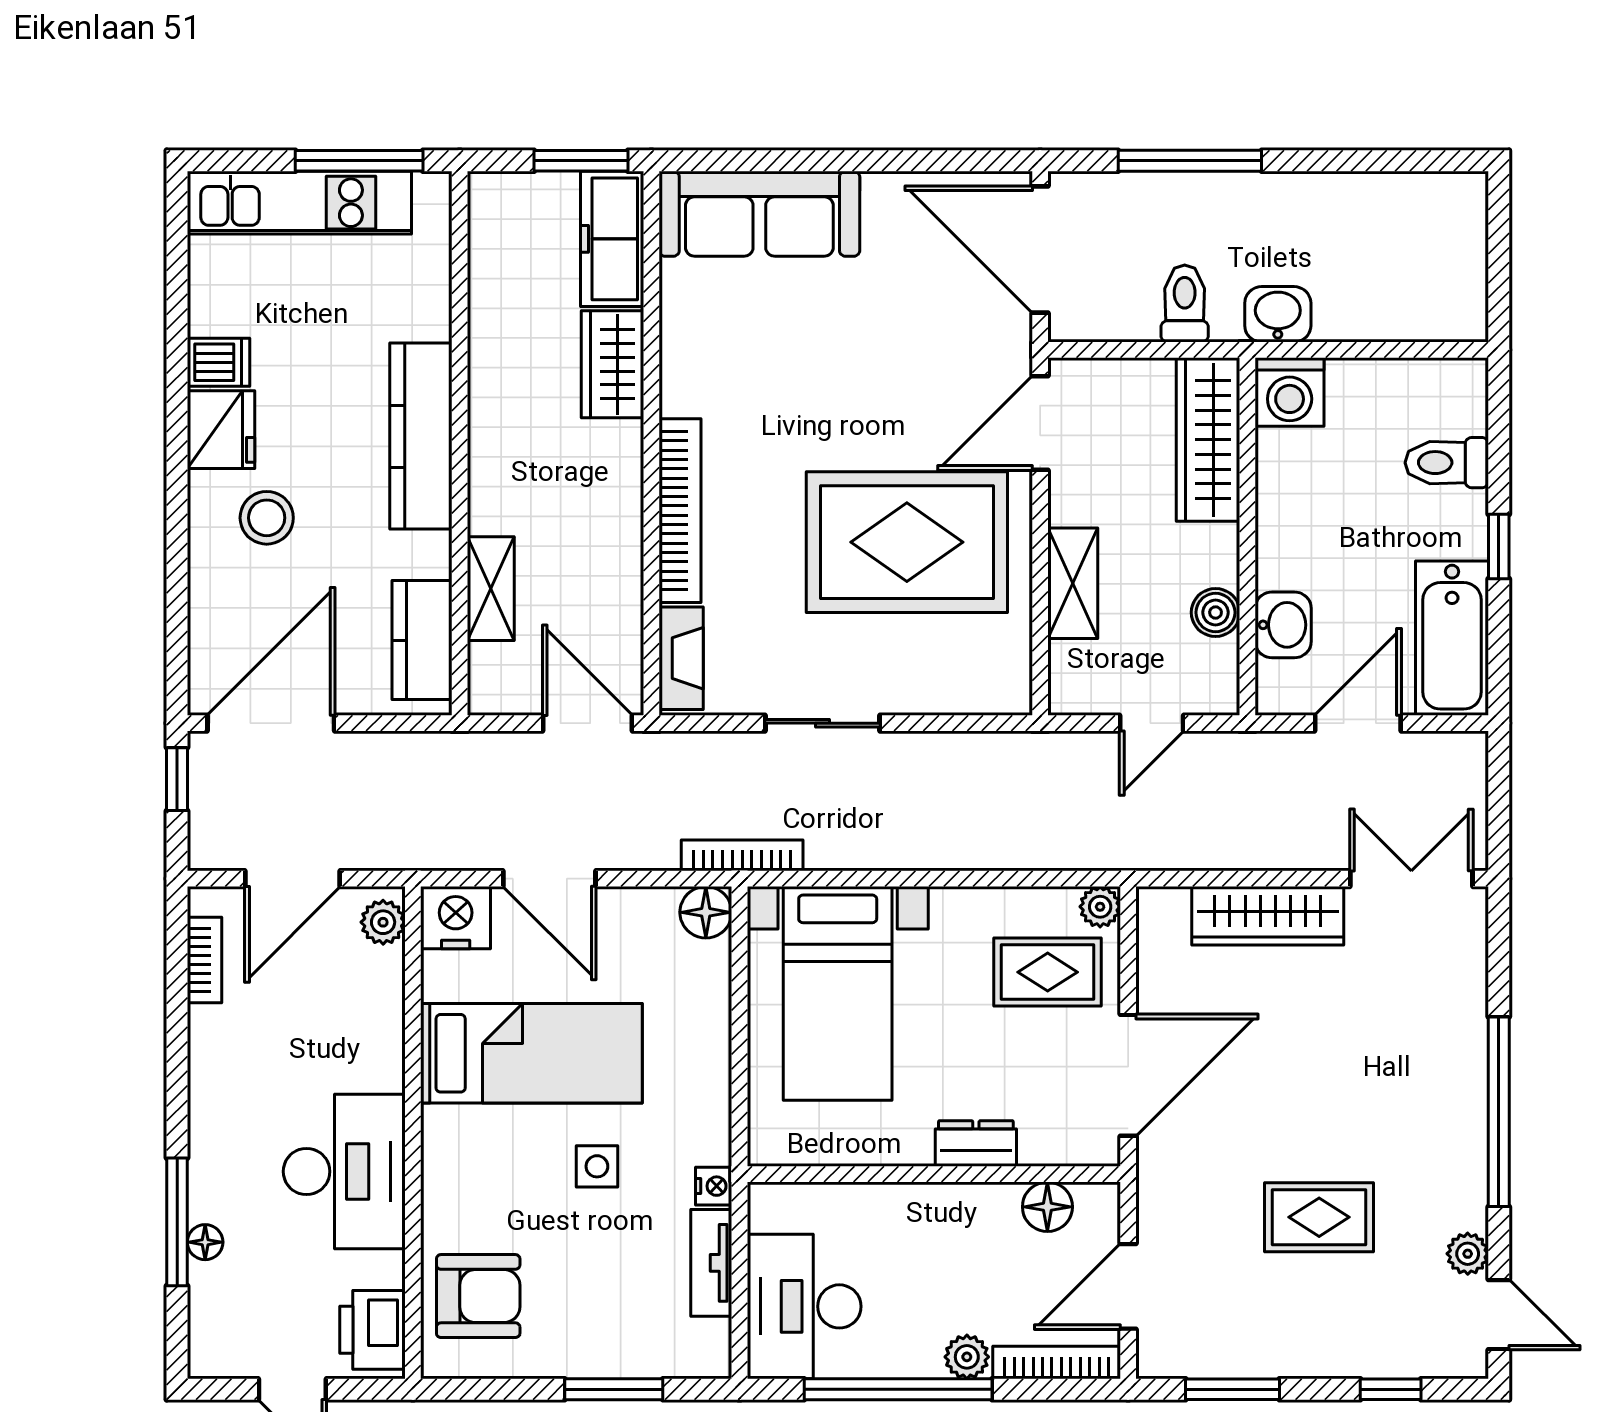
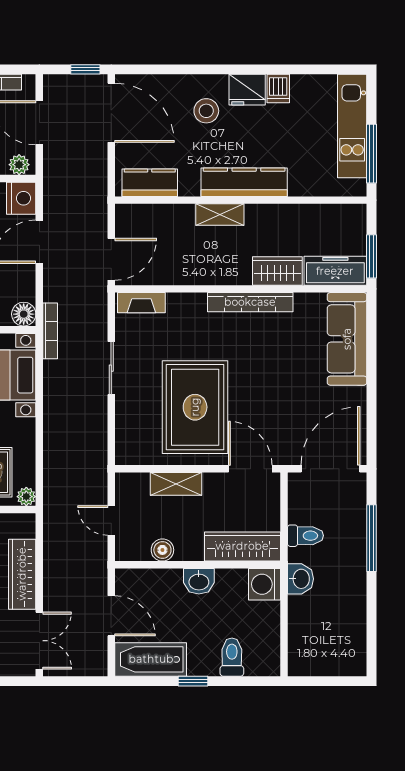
bookcase: (680, 511) -> (250, 302), moved
shelving: (491, 589) -> (220, 215), moved
washbasin: (1283, 625) -> (199, 581), moved

